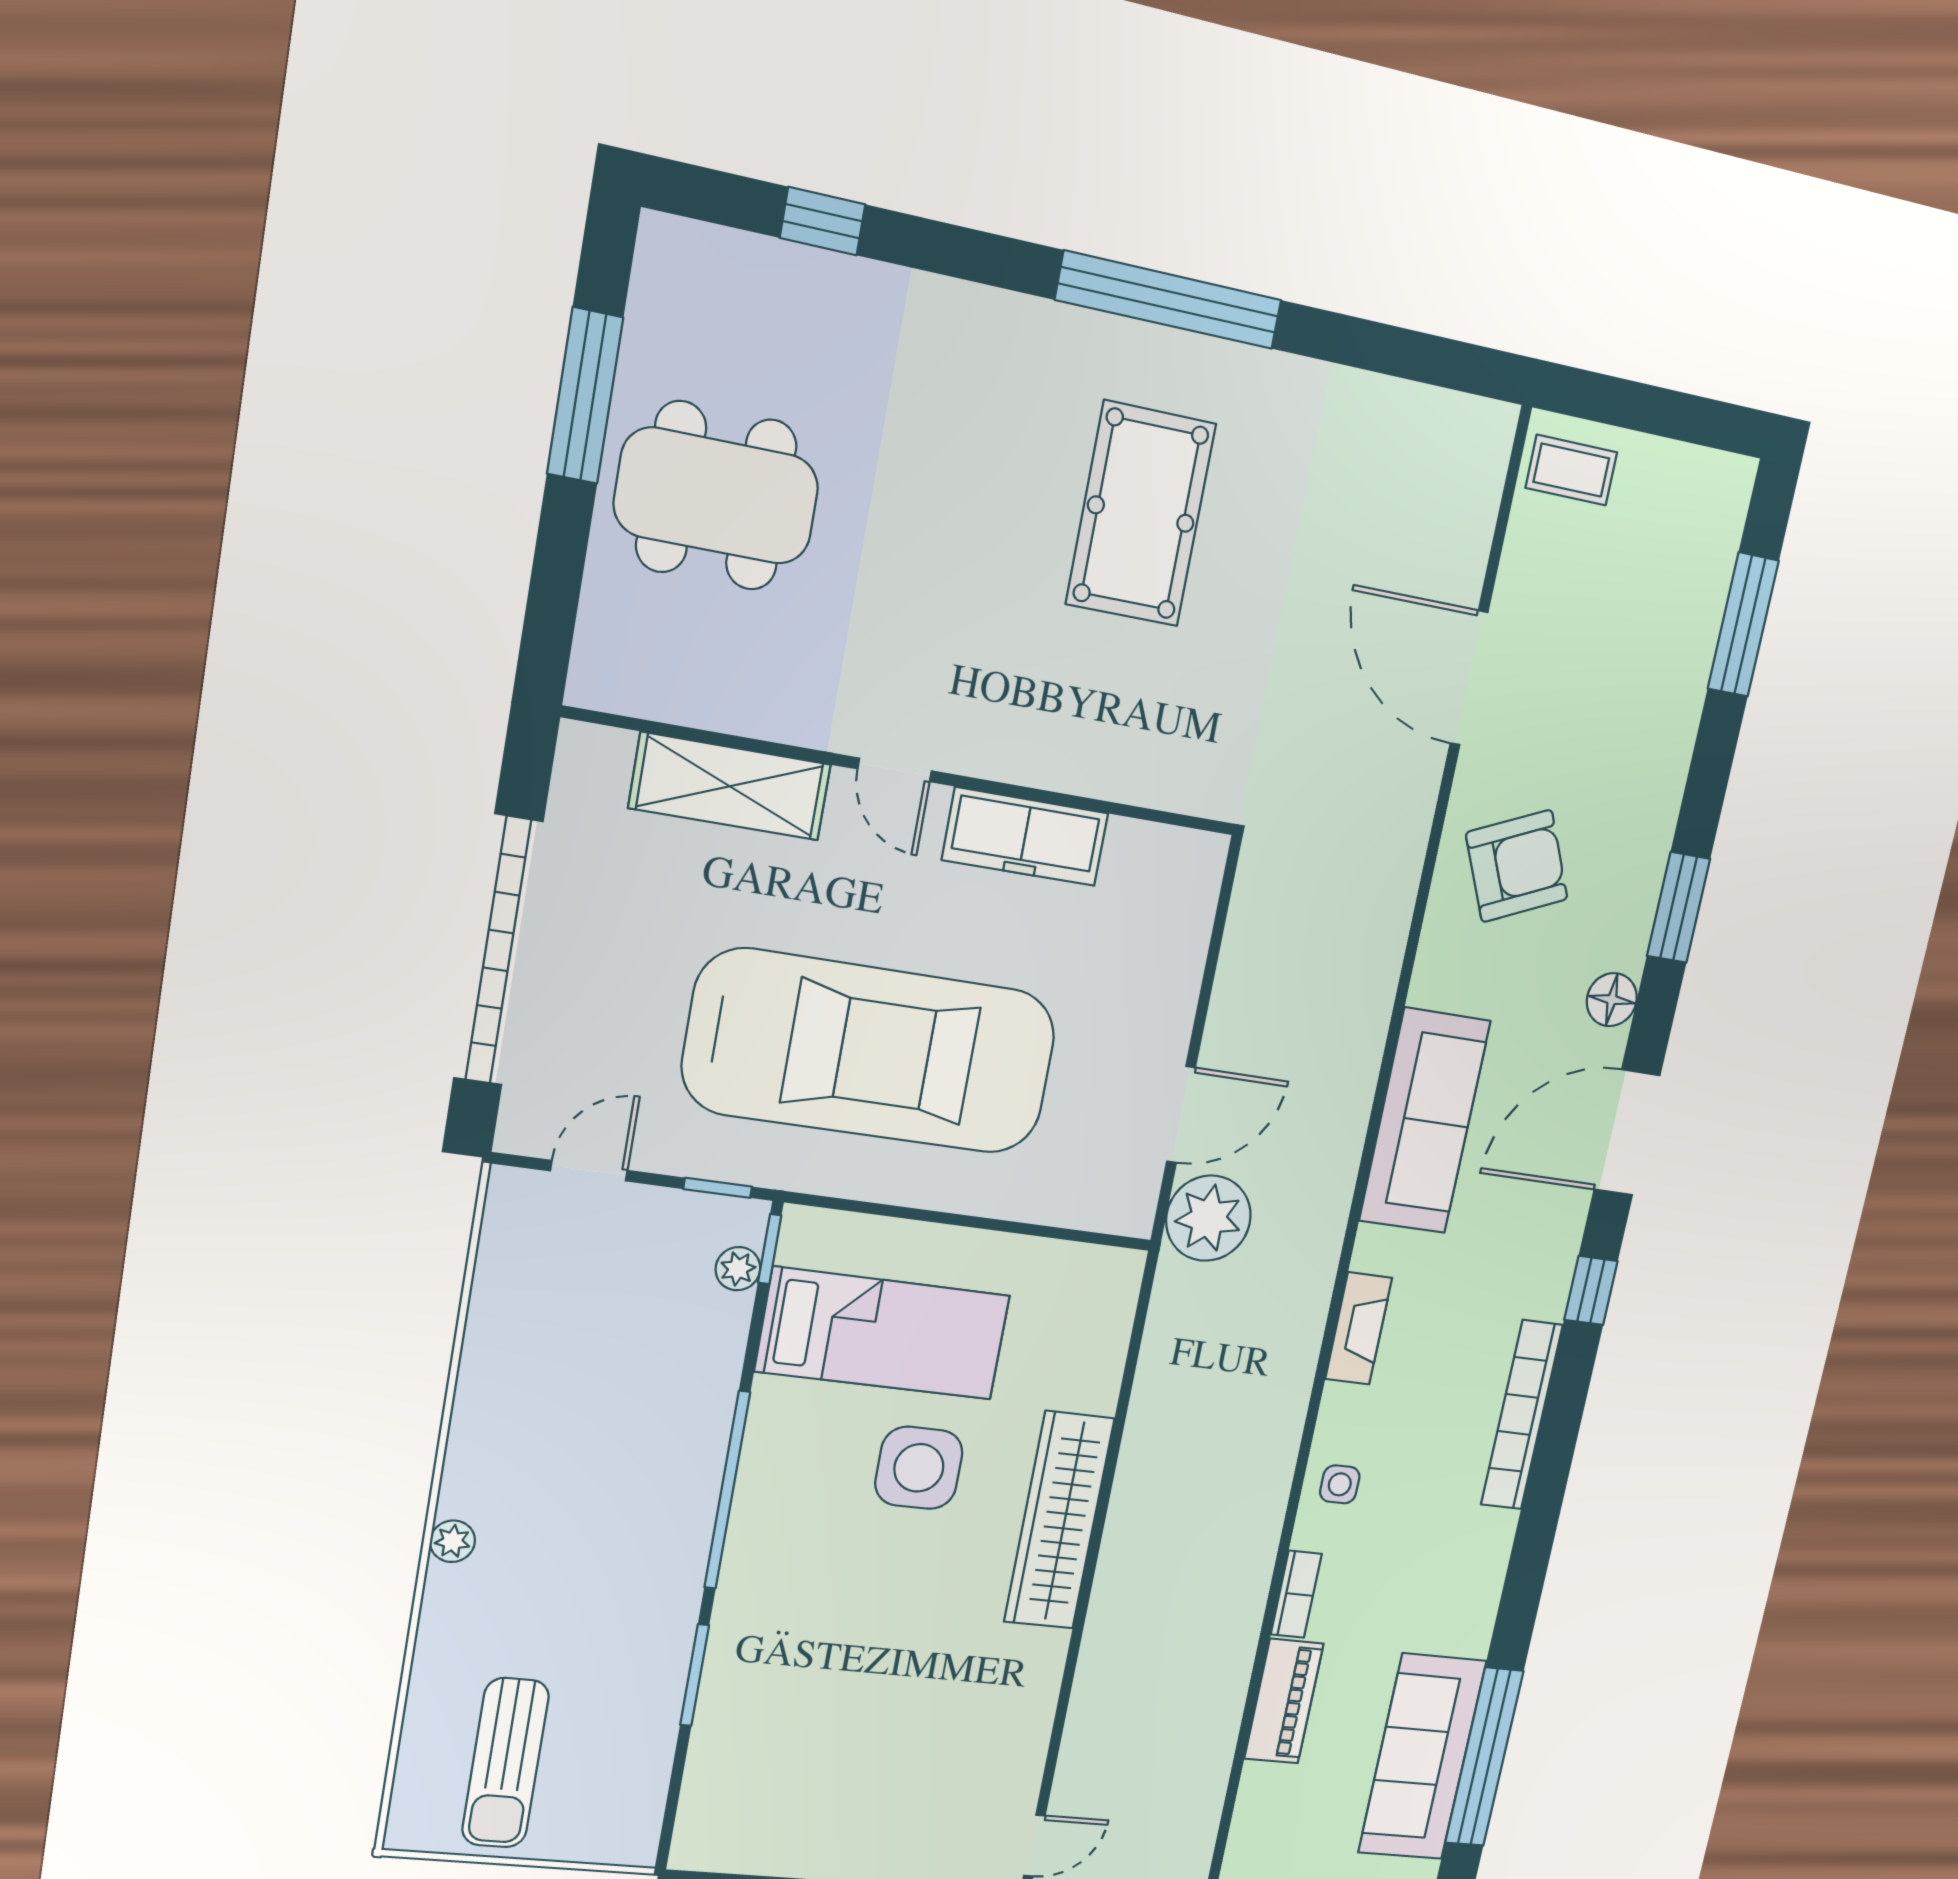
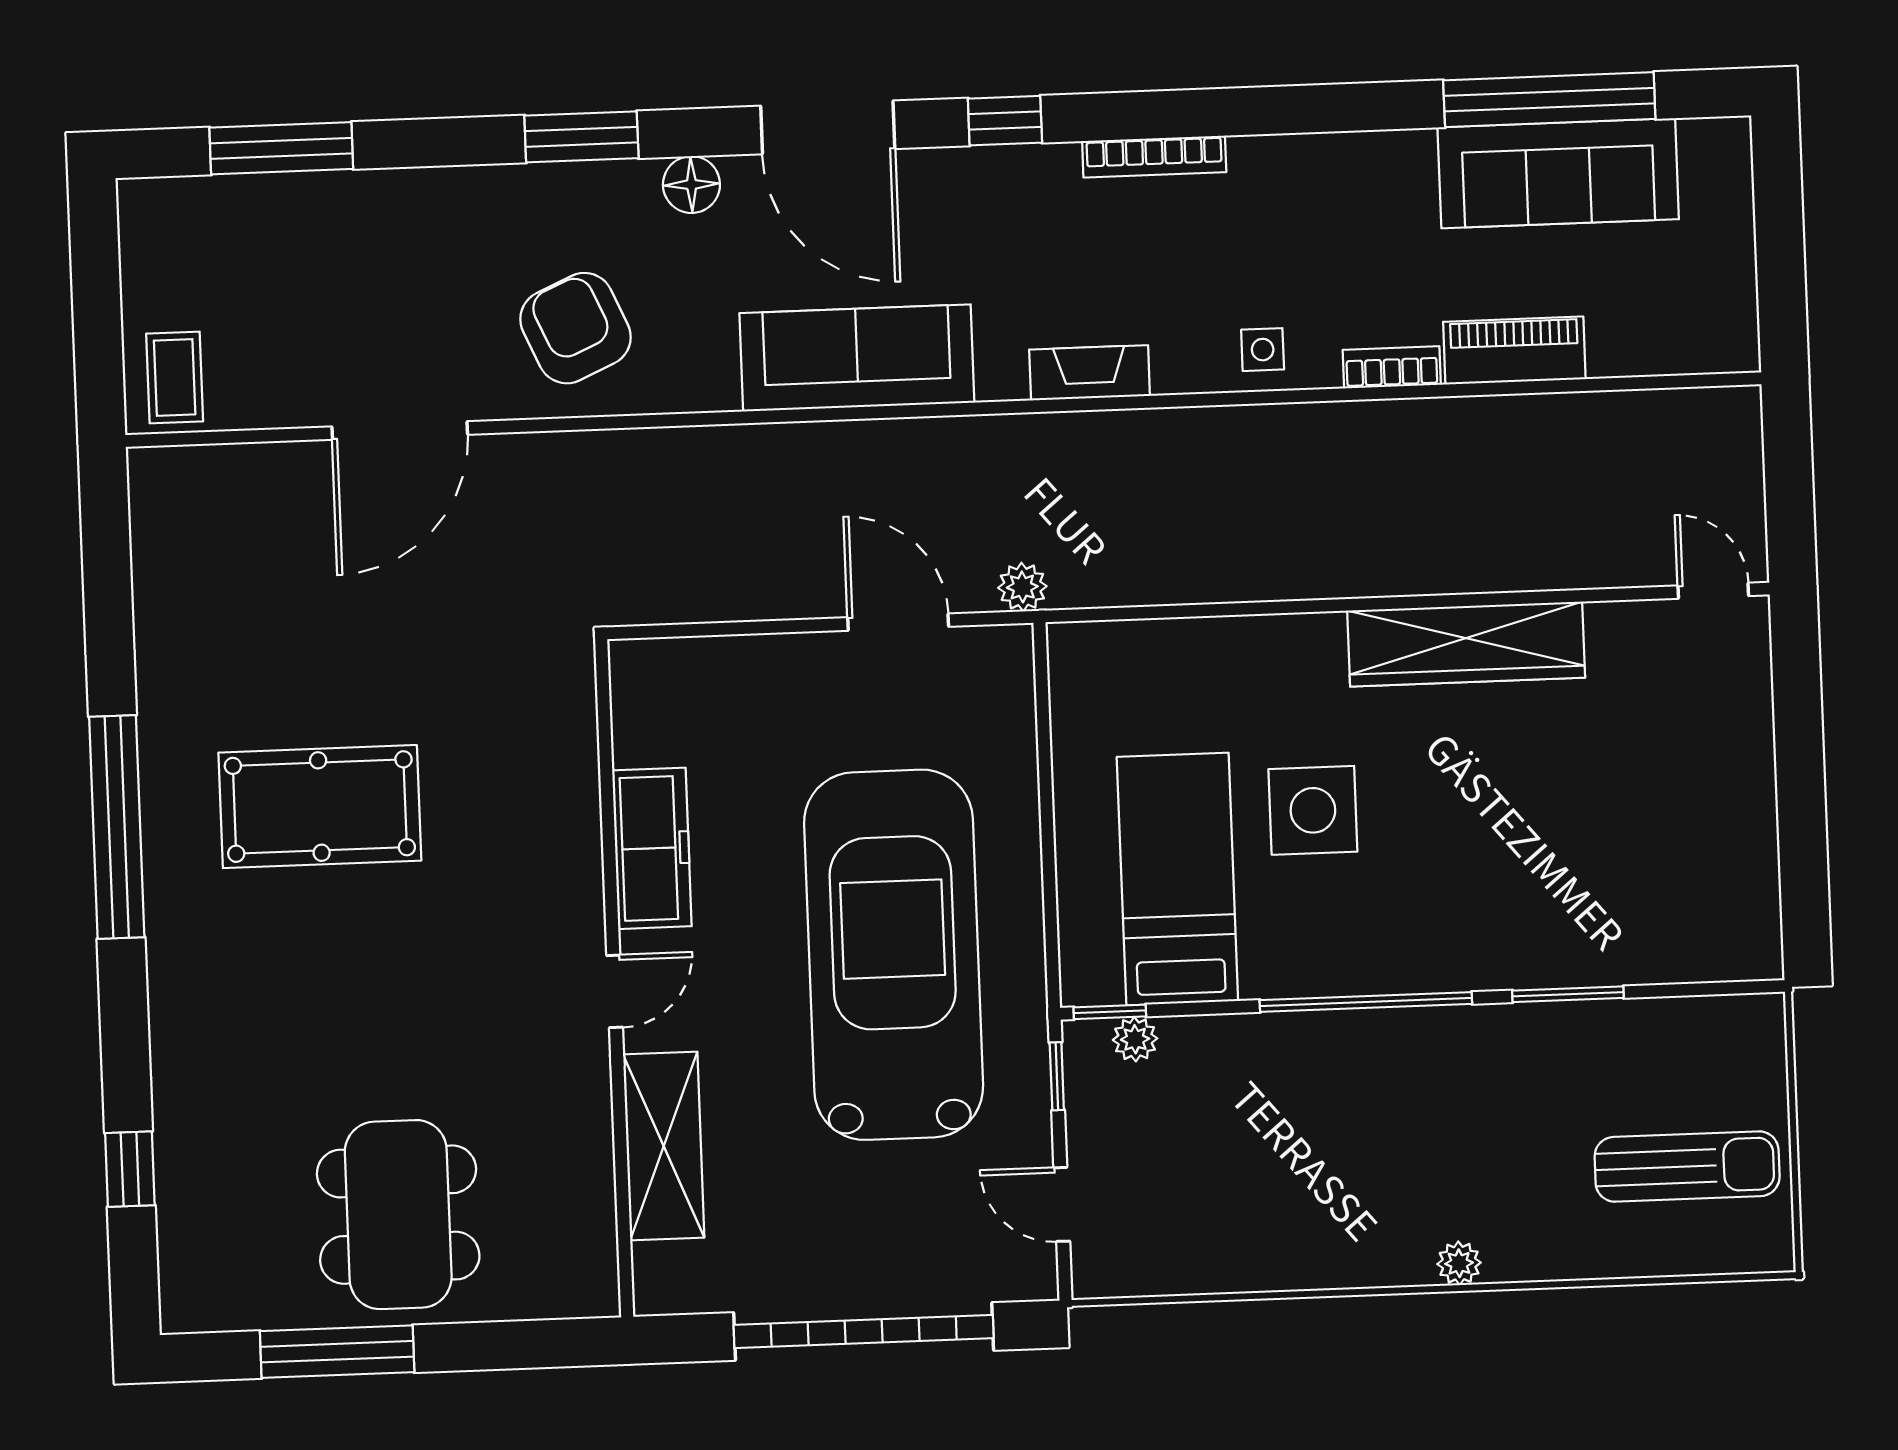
plant: (1208, 1218) -> (1022, 587), width x0.53, depth x0.53
bookcase: (1522, 1415) -> (1154, 157), width x0.68, depth x0.76
wardrobe: (1059, 1520) -> (1466, 644), moved

